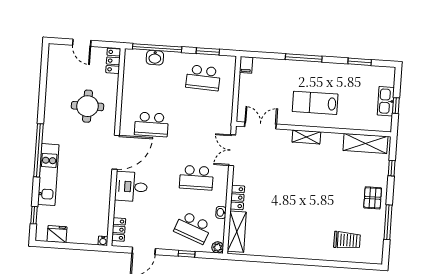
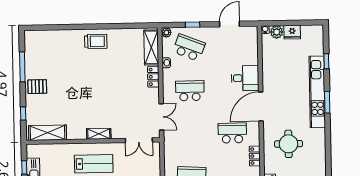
window: (38, 150) -> (327, 102), width x0.47
kitchen unit: (48, 175) -> (317, 92), width x1.36
pallet: (373, 198) -> (37, 87), turned 90
window: (34, 215) -> (326, 61), moved
locker: (119, 230) -> (255, 156), moved
fridge: (57, 234) -> (292, 32), moved
plant: (90, 237) -> (277, 32), added
trolley: (347, 240) -> (96, 41), moved, turned 180

